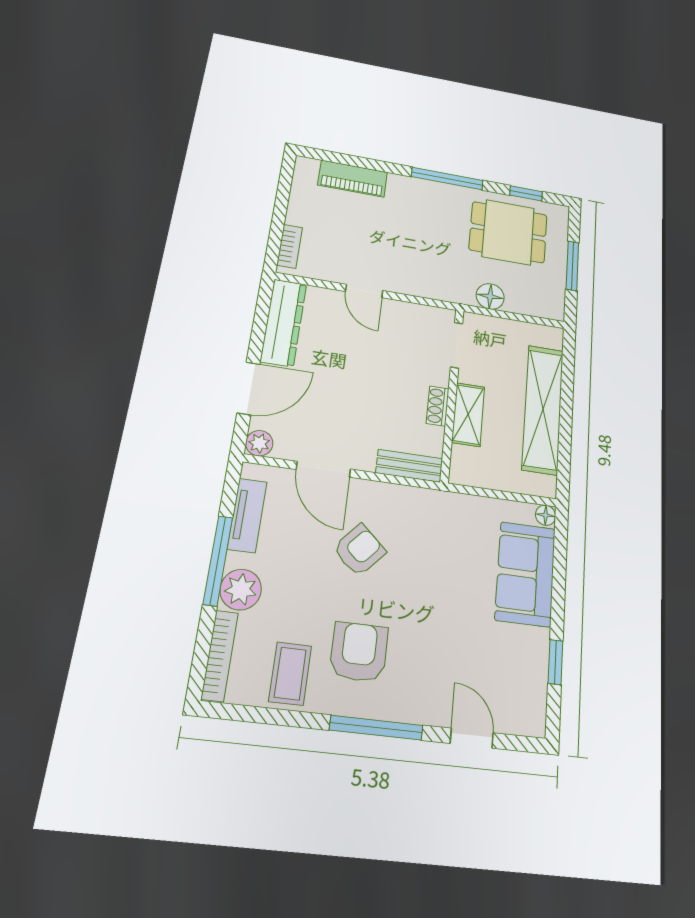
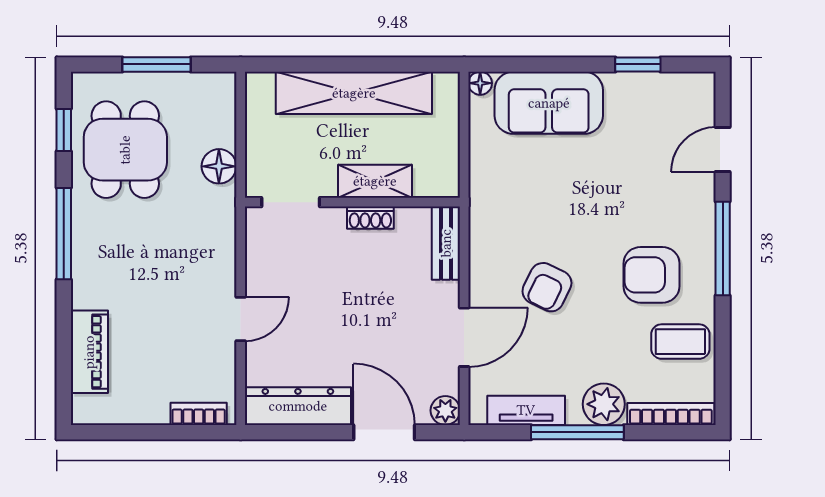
armchair: (359, 550) -> (547, 287), turned -106

